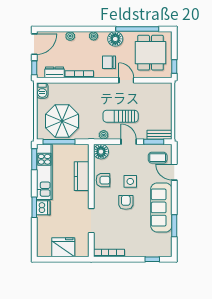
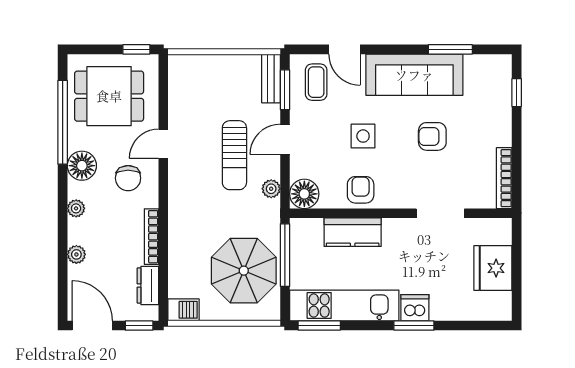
window: (59, 142) -> (285, 255), moved
door: (174, 172) -> (345, 49), hinge flipped
armchair: (126, 202) -> (432, 136), moved

